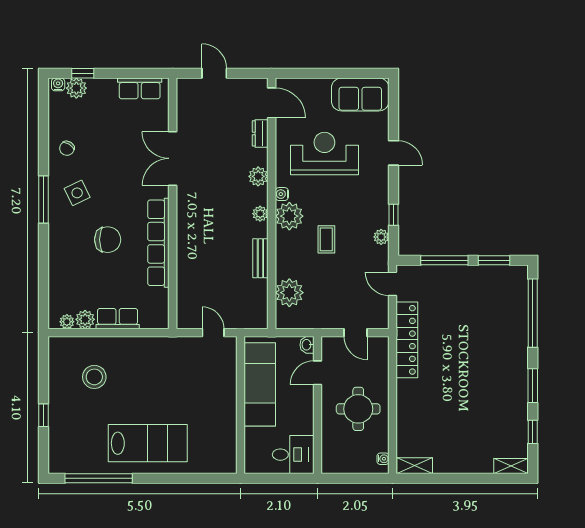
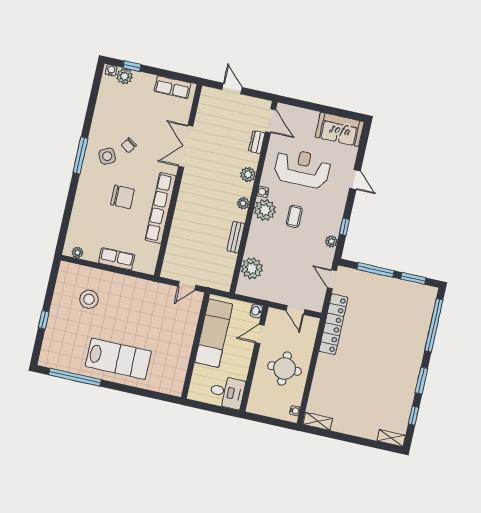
chair: (67, 148) -> (129, 145), moved
coffee table: (326, 239) -> (294, 216), moved
plant: (85, 319) -> (92, 254), removed
door: (213, 333) -> (187, 286), swing flipped

